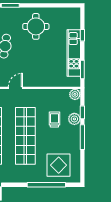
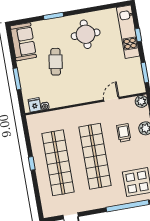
kitchen unit: (74, 53) -> (128, 32), moved
door: (15, 88) -> (111, 99), moved

